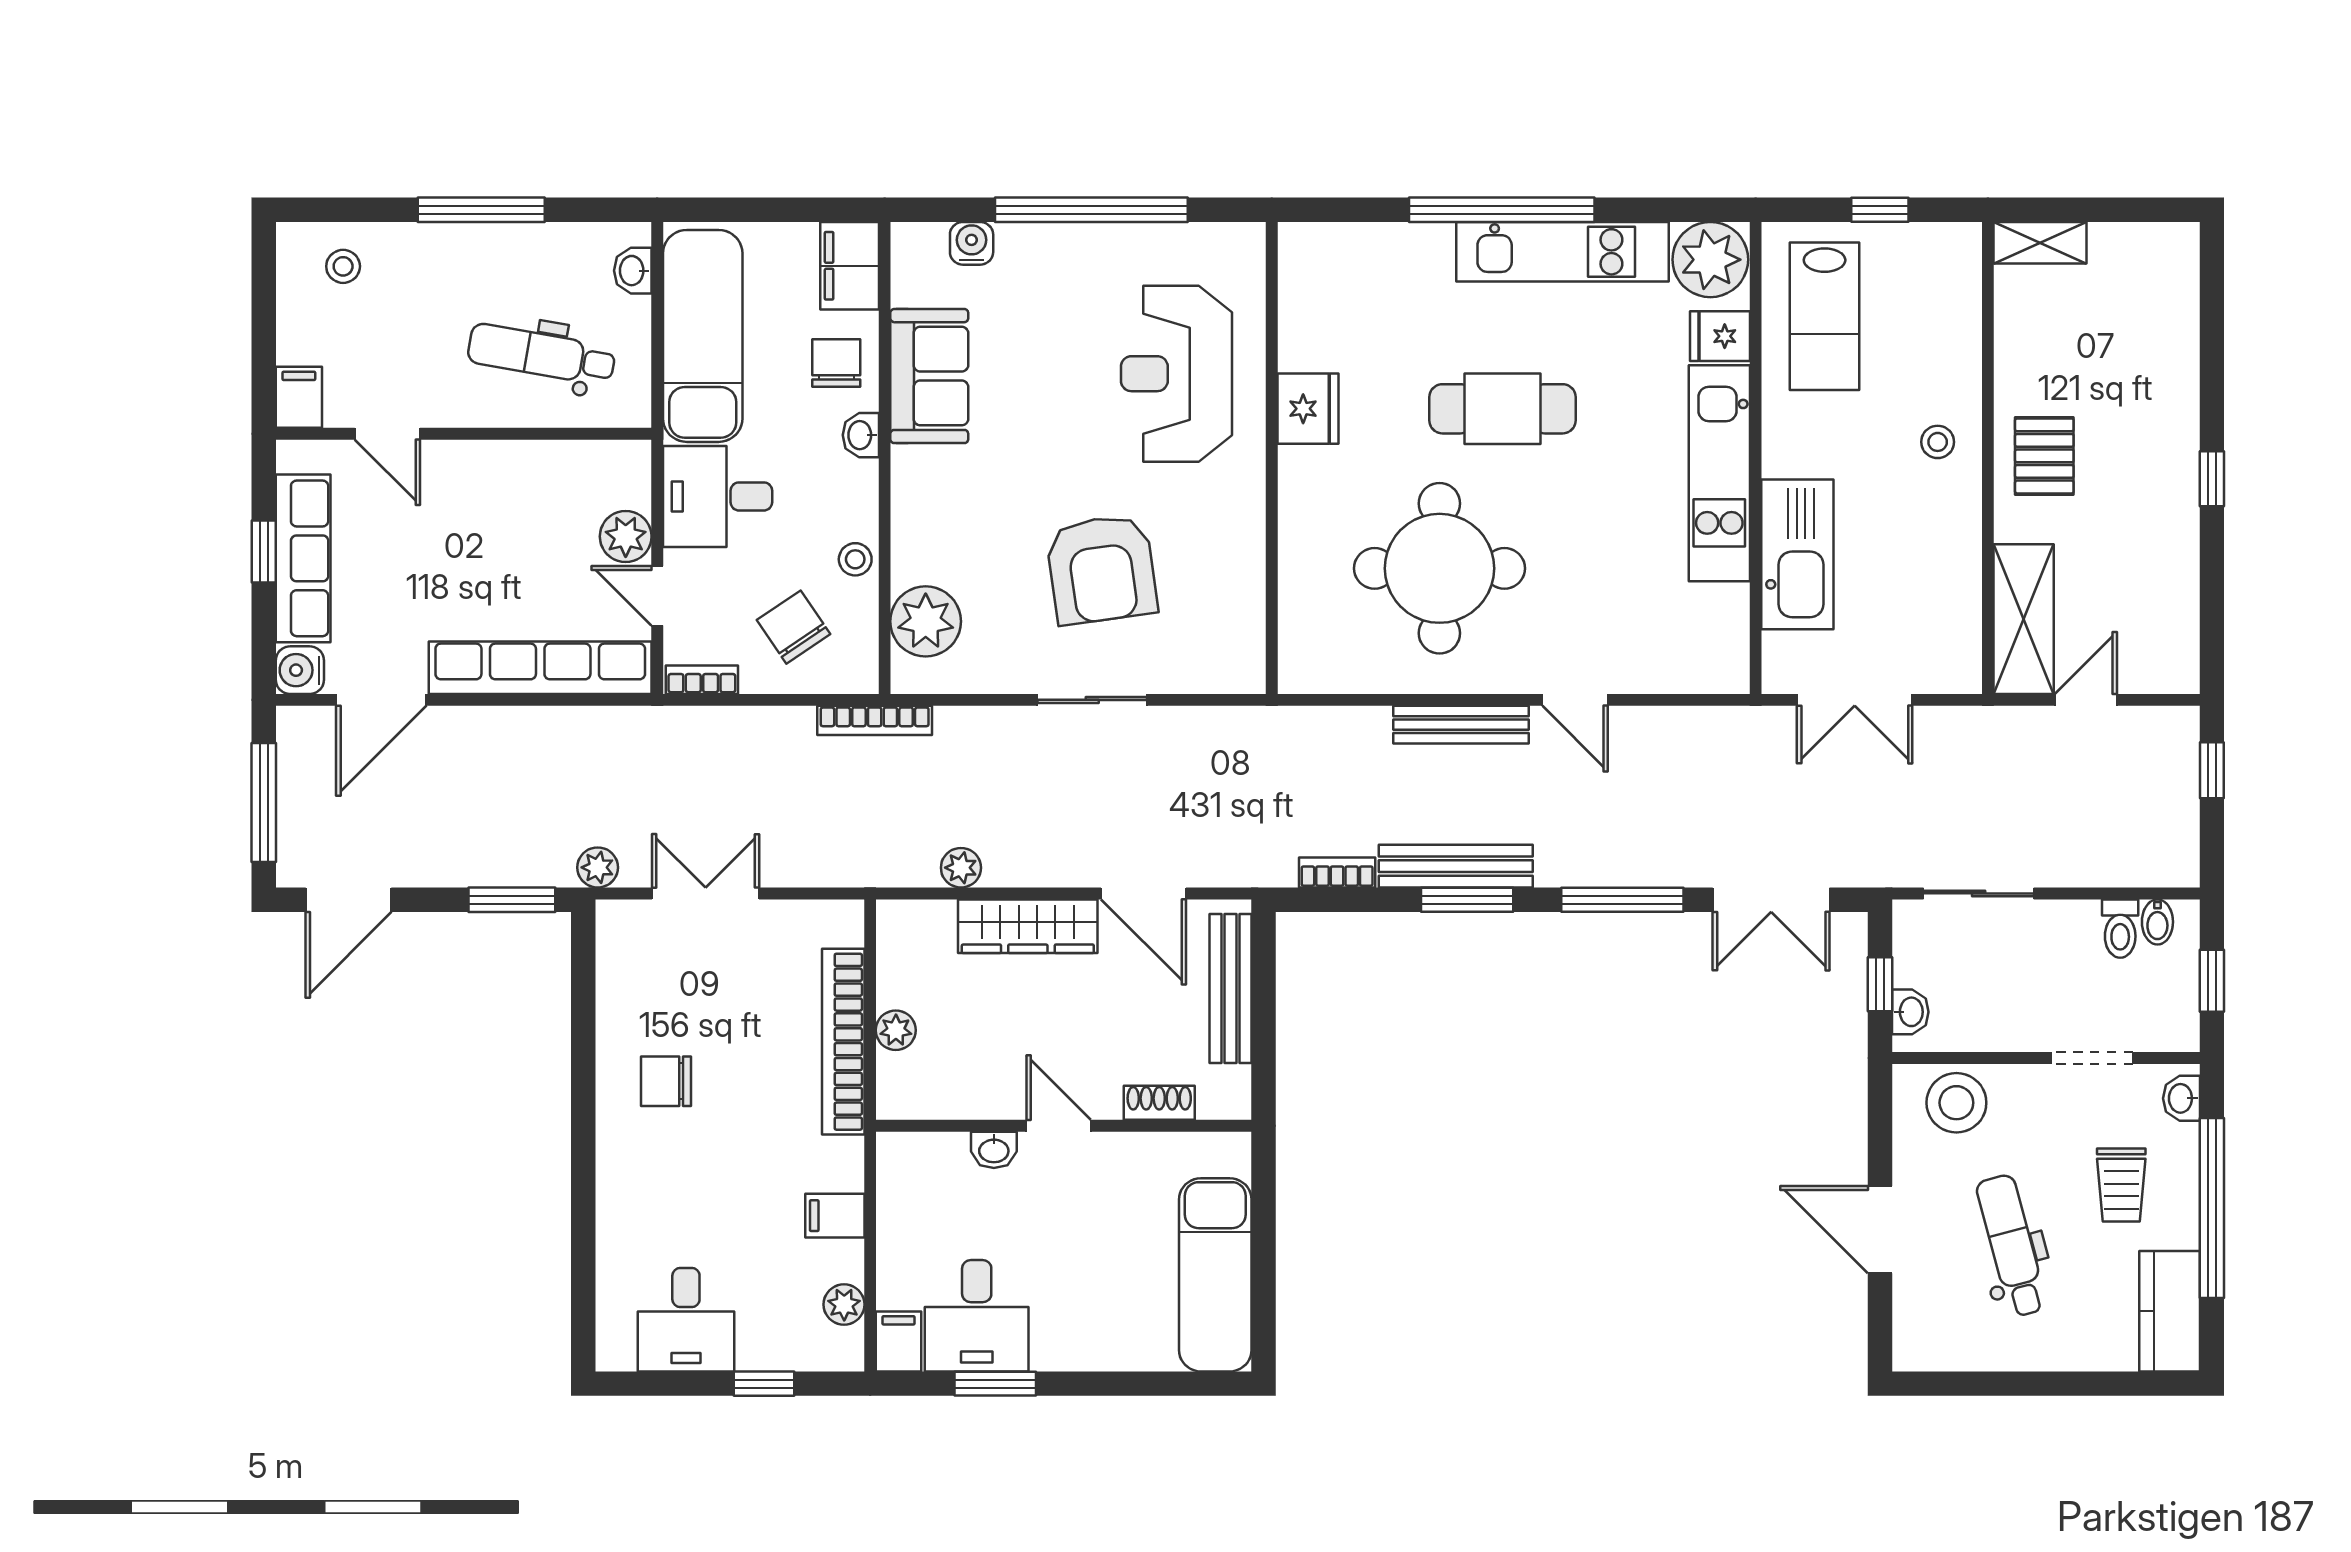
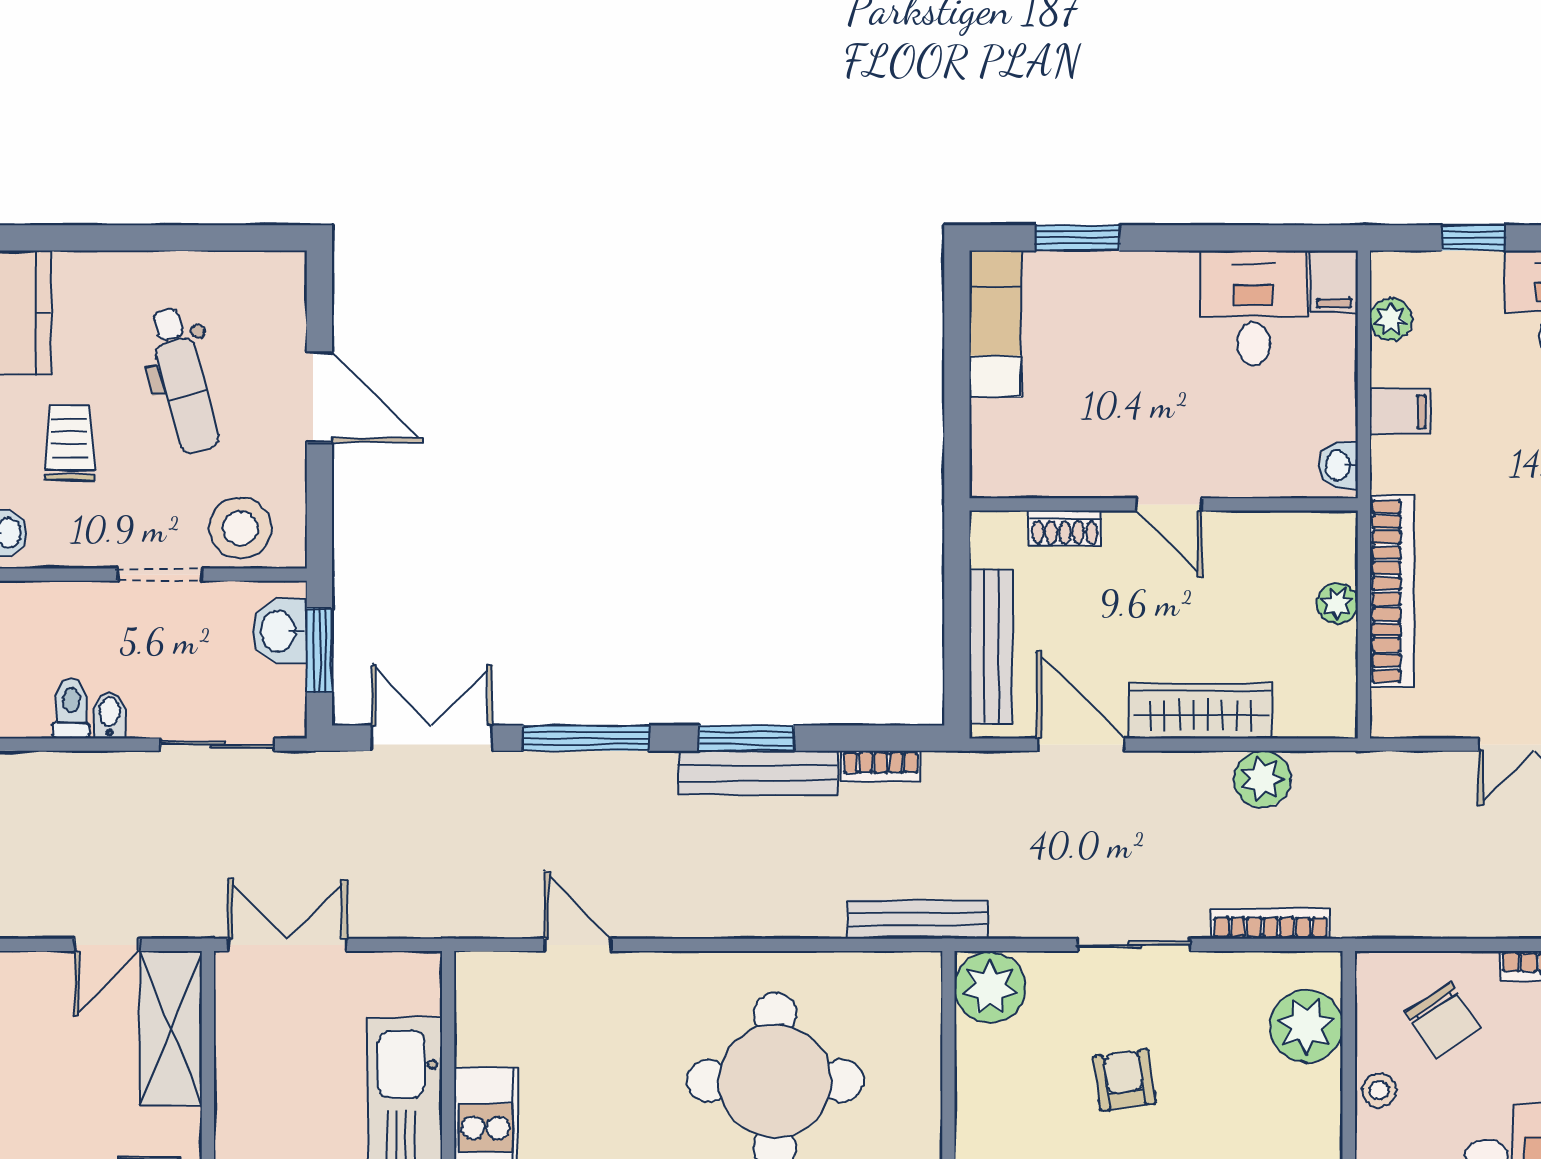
armchair: (1102, 569) -> (1124, 1080), width x0.53, depth x0.53
plant: (1232, 659) -> (990, 988), added
door: (1575, 700) -> (578, 945), moved
double door: (1855, 700) -> (287, 945), moved
bookcase: (875, 720) -> (1271, 924), moved
bench: (1461, 725) -> (917, 919), moved
plant: (961, 868) -> (1262, 779), width x1.38, depth x1.38
bidet: (2157, 922) -> (110, 715), moved
window: (1880, 984) -> (319, 651), width x1.50
washbasin: (1910, 1012) -> (280, 631), width x1.38, depth x1.45
doorway: (2092, 1058) -> (160, 575), moved
washbasin: (994, 1150) -> (1339, 465), moved, turned -90
exam couch: (1215, 1275) -> (995, 324), width x0.73, depth x0.69
window: (995, 1384) -> (1078, 238), moved

